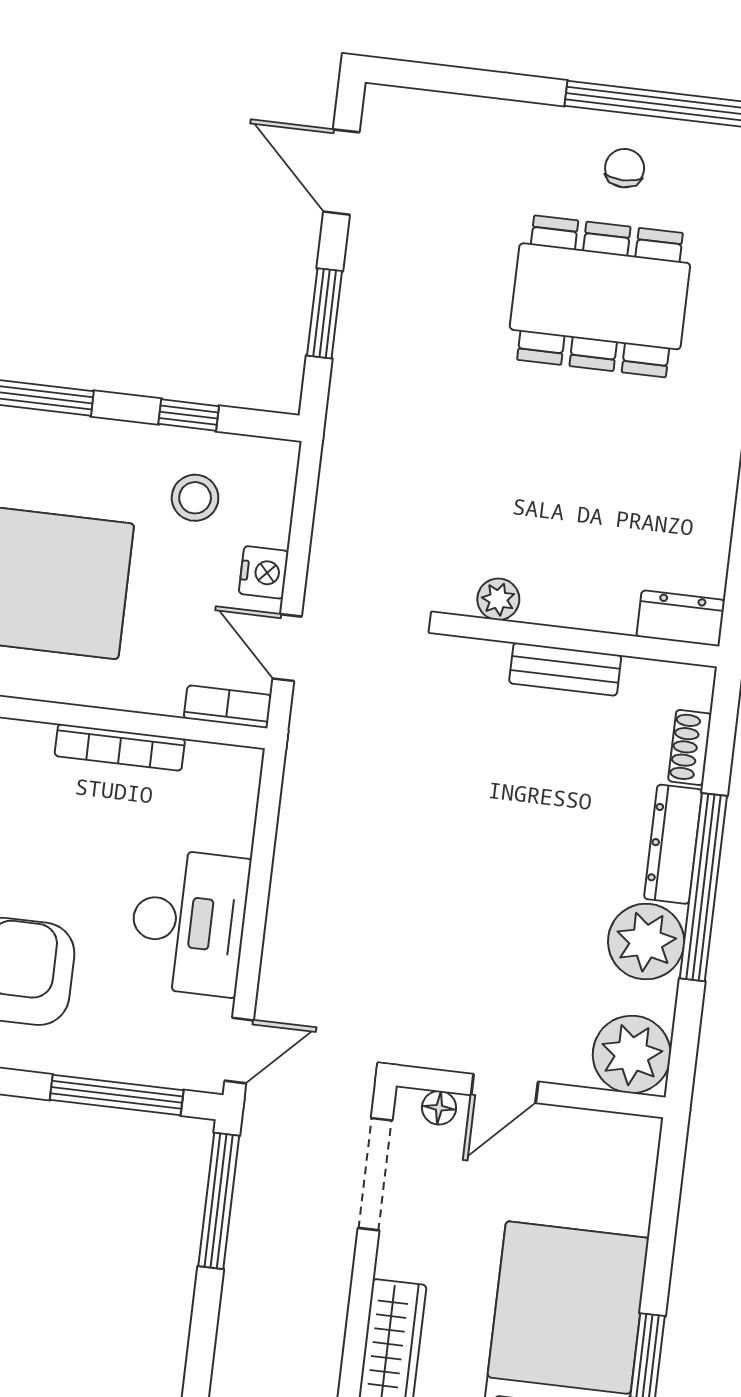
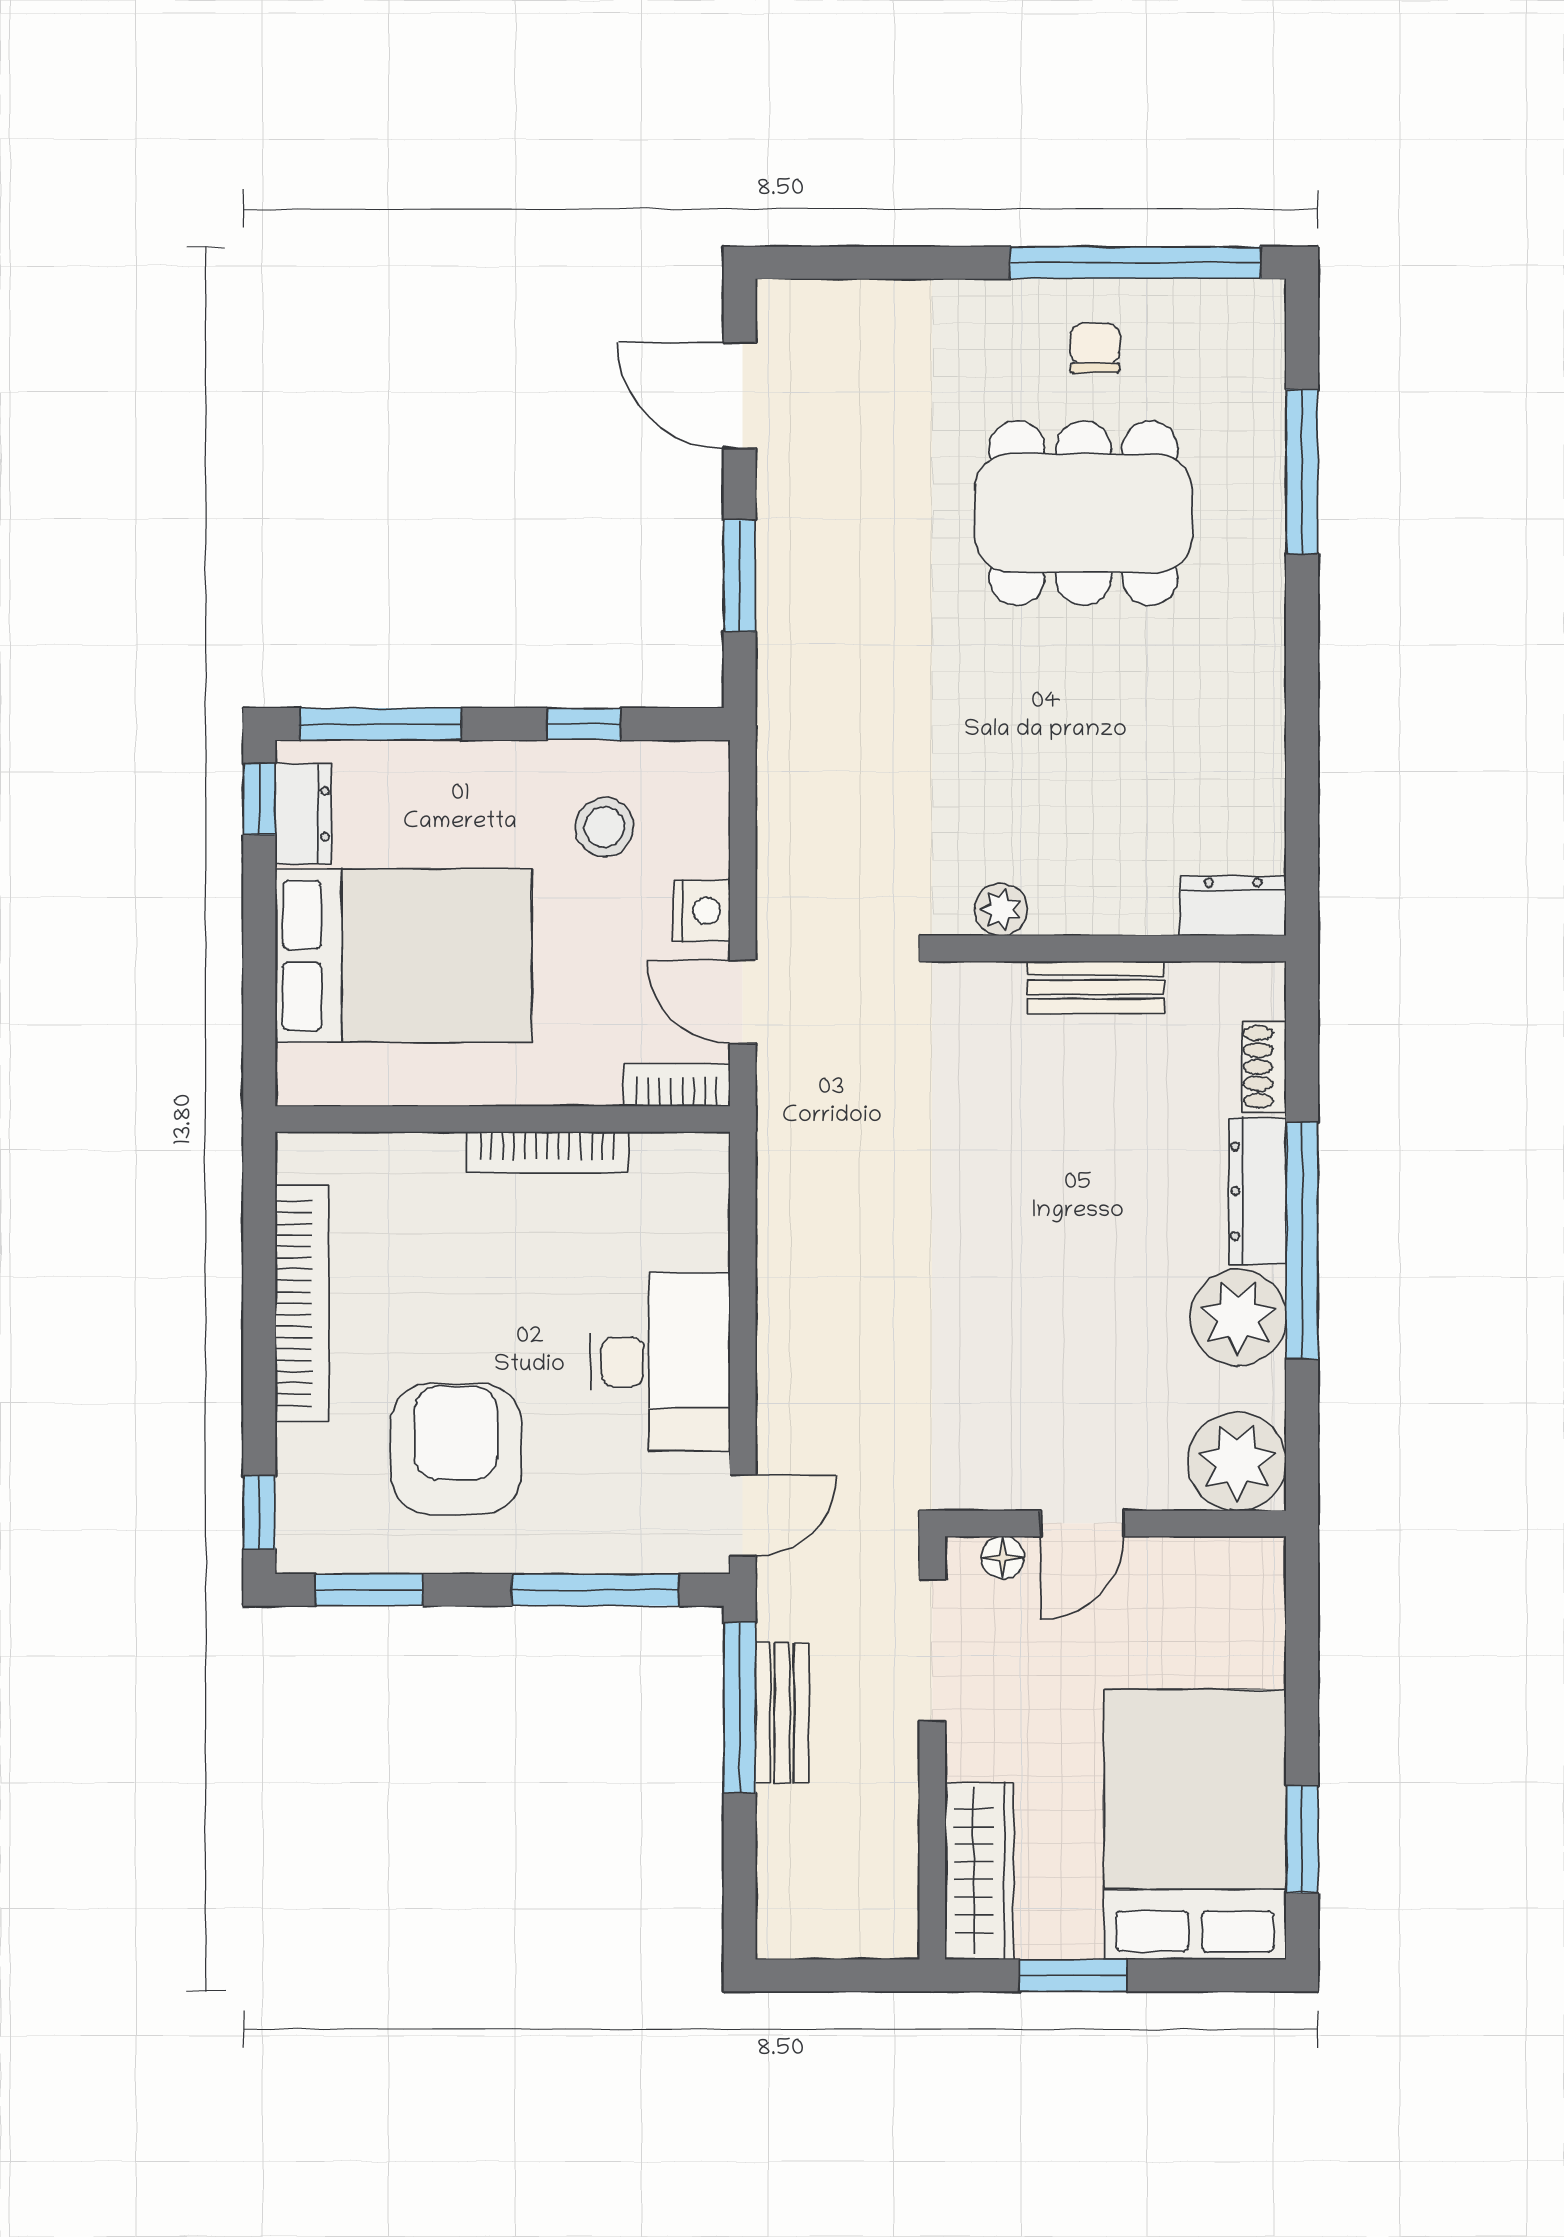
bench: (252, 1209) -> (782, 1713), added

